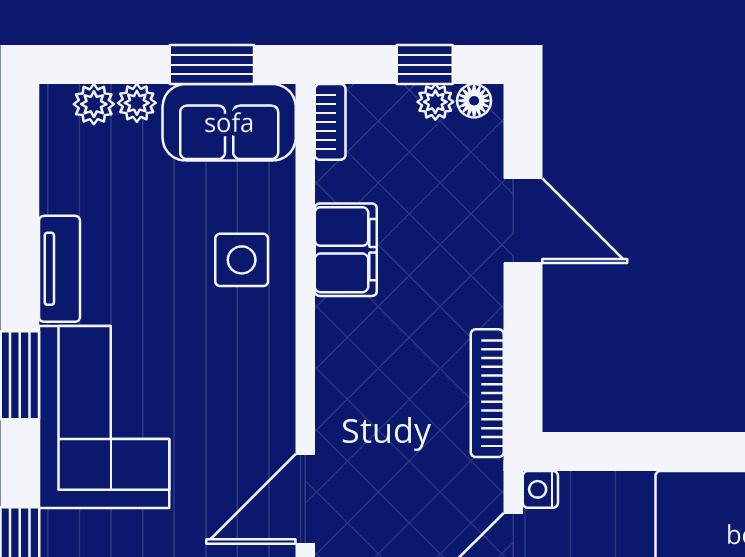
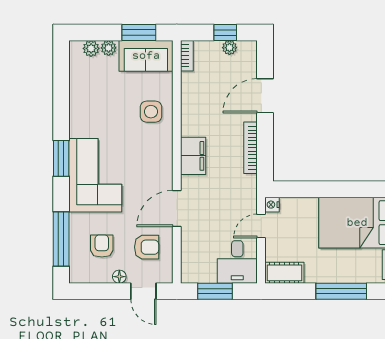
floor lamp: (474, 101) -> (245, 47), removed
door: (523, 221) -> (265, 96), swing flipped
filing cabinet: (346, 250) -> (193, 156), moved
tv unit: (59, 269) -> (77, 115), removed
bookcase: (487, 393) -> (251, 148), moved

